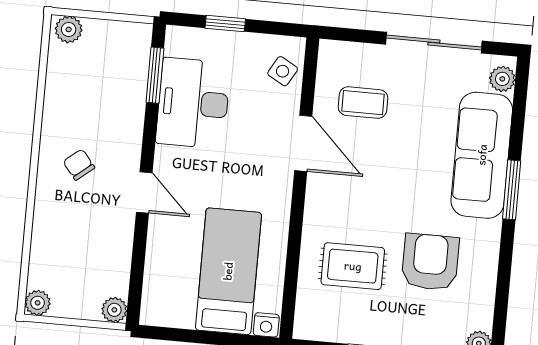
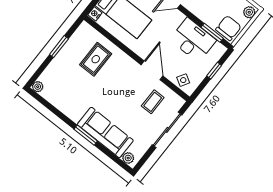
sliding door: (434, 43) -> (167, 130), moved
chair: (125, 50) -> (228, 28), added
door: (303, 143) -> (152, 70), swing flipped
armchair: (430, 262) -> (79, 88), removed

